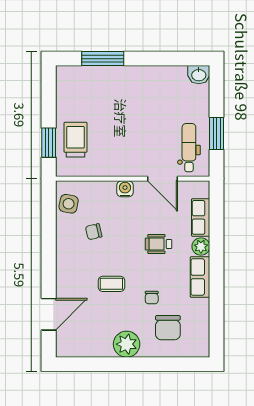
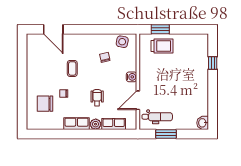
window: (103, 59) -> (213, 63), width x0.46
plant: (127, 344) -> (35, 78), removed

